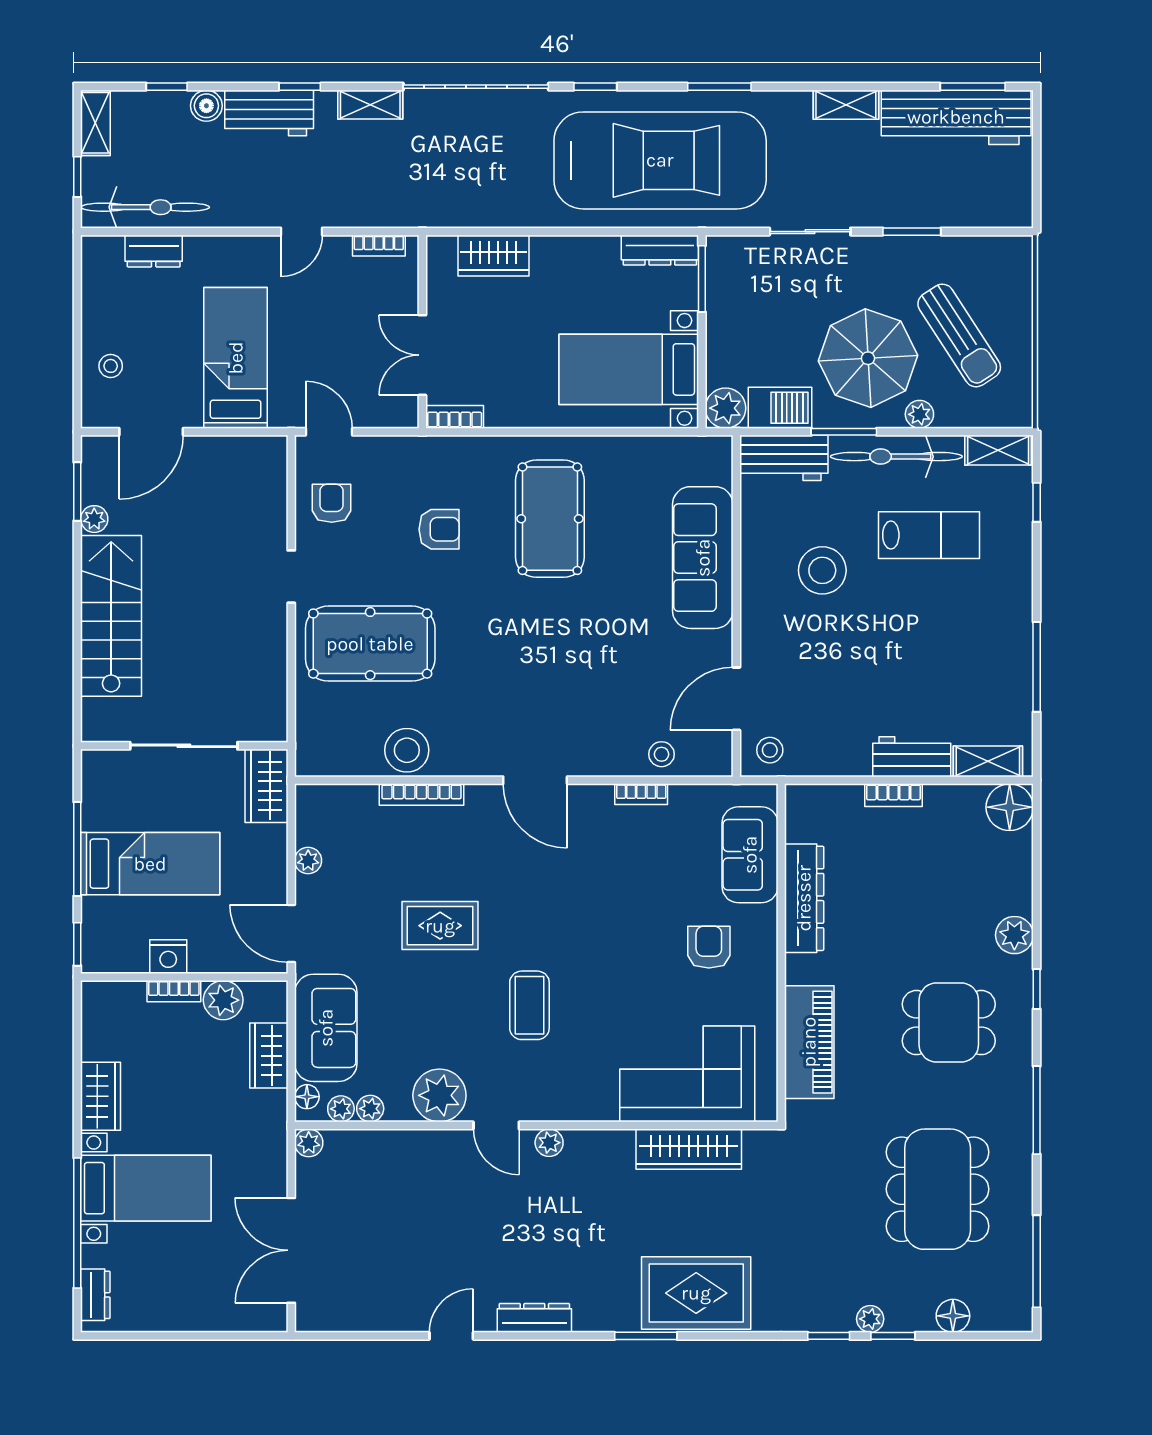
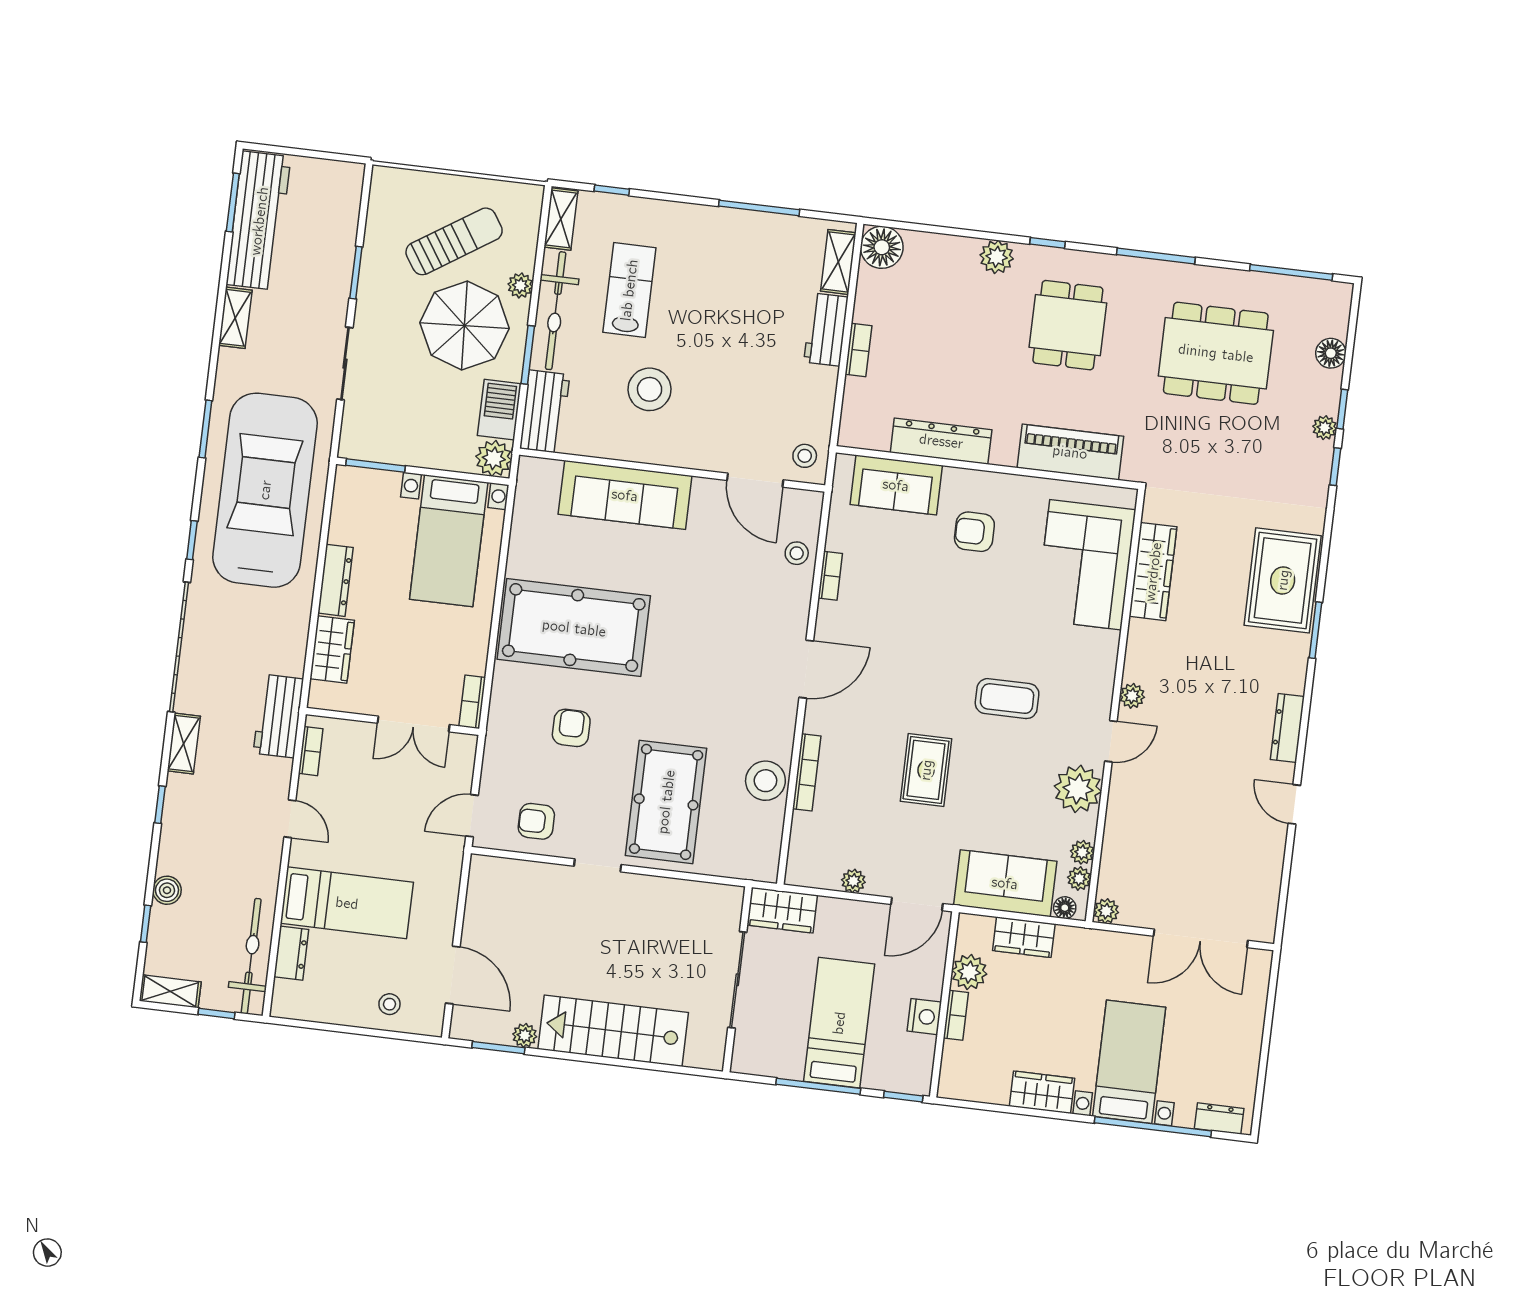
workbench: (269, 113) -> (278, 716), moved, turned 180
dresser: (660, 250) -> (336, 580), moved
bed: (236, 358) -> (347, 903), moved, turned 180
pool table: (550, 519) -> (574, 628), width x1.36, depth x1.32

